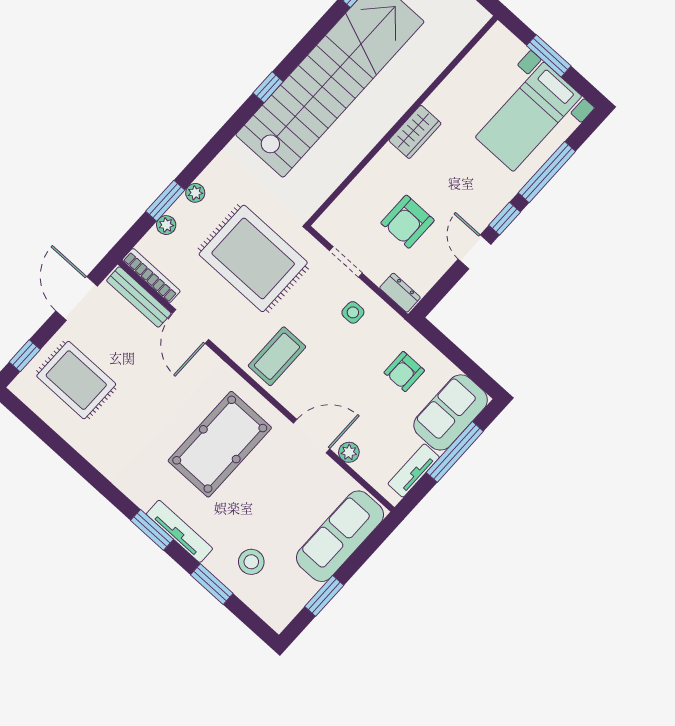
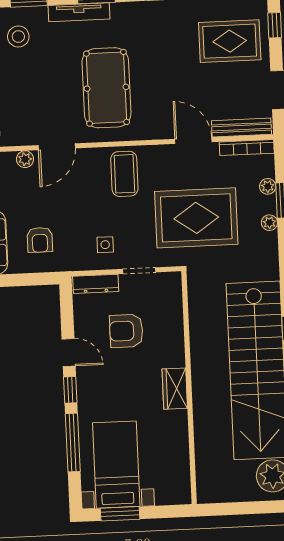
window: (549, 56) -> (120, 514), moved
armchair: (408, 222) -> (126, 331), turned -90
dresser: (400, 293) -> (96, 284), width x1.44
armchair: (404, 371) -> (40, 240), turned 180

